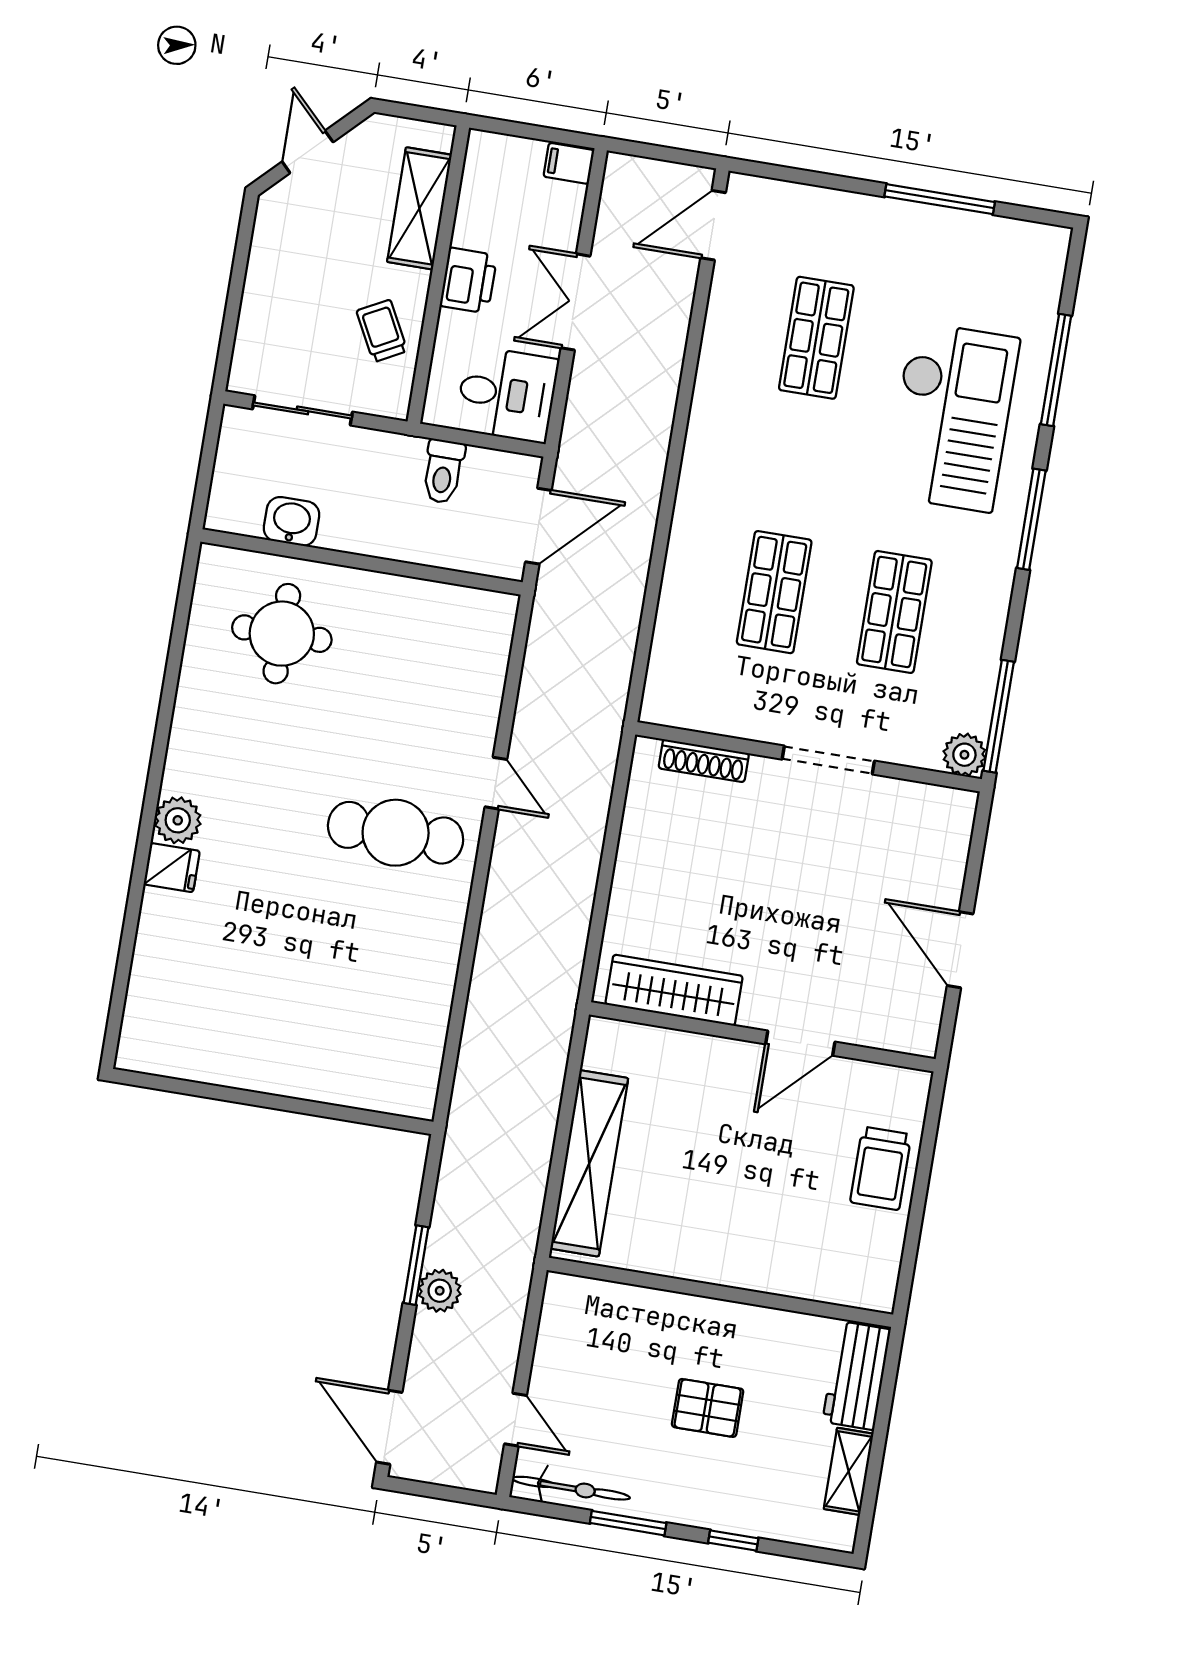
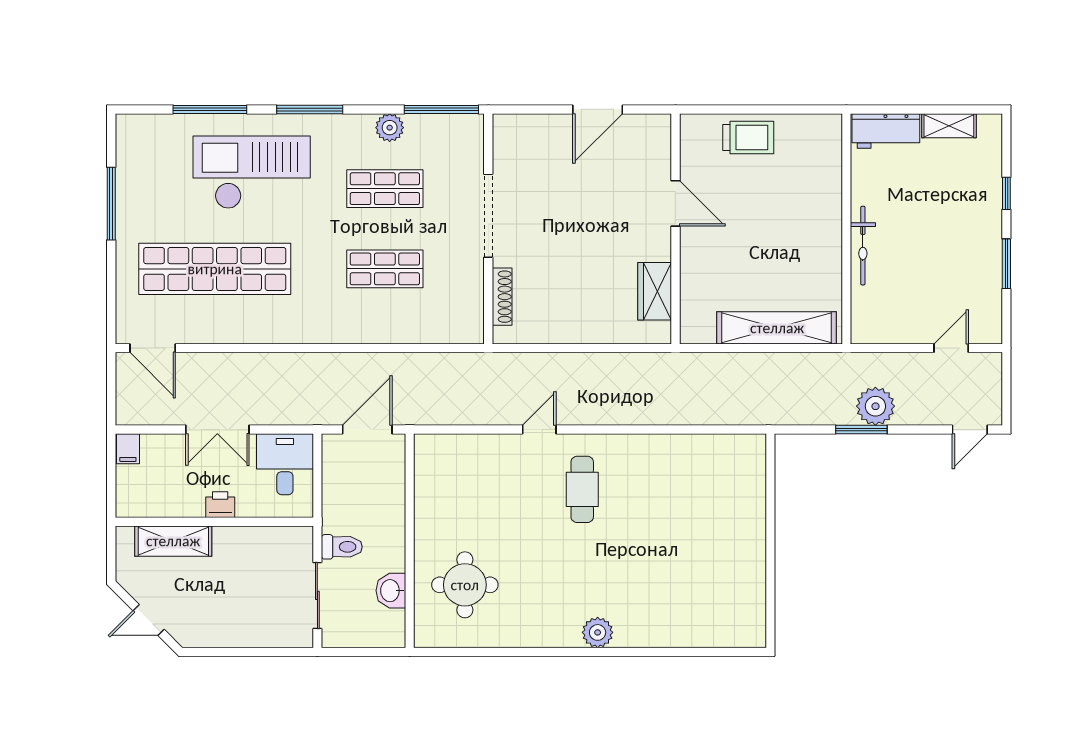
printer: (468, 280) -> (220, 505), width x0.73, depth x0.81
trolley: (382, 331) -> (257, 552), removed
shop shelf: (816, 338) -> (215, 269), width x2.00, depth x1.36
toilet: (443, 471) -> (342, 547), moved
door: (538, 526) -> (367, 430), hinge flipped
plant: (964, 755) -> (390, 128), moved
doorway: (828, 760) -> (488, 216), width x1.36
cafe table: (396, 833) -> (582, 489), width x0.73, depth x0.74
fridge: (172, 868) -> (629, 631), removed
wardrobe: (674, 990) -> (655, 291), width x0.67
plant: (440, 1291) -> (875, 406), width x1.36, depth x1.36
pallet: (708, 1408) -> (923, 224), removed
door: (389, 1427) -> (970, 430), width x0.73
bicycle: (571, 1488) -> (863, 246), moved, turned 180

